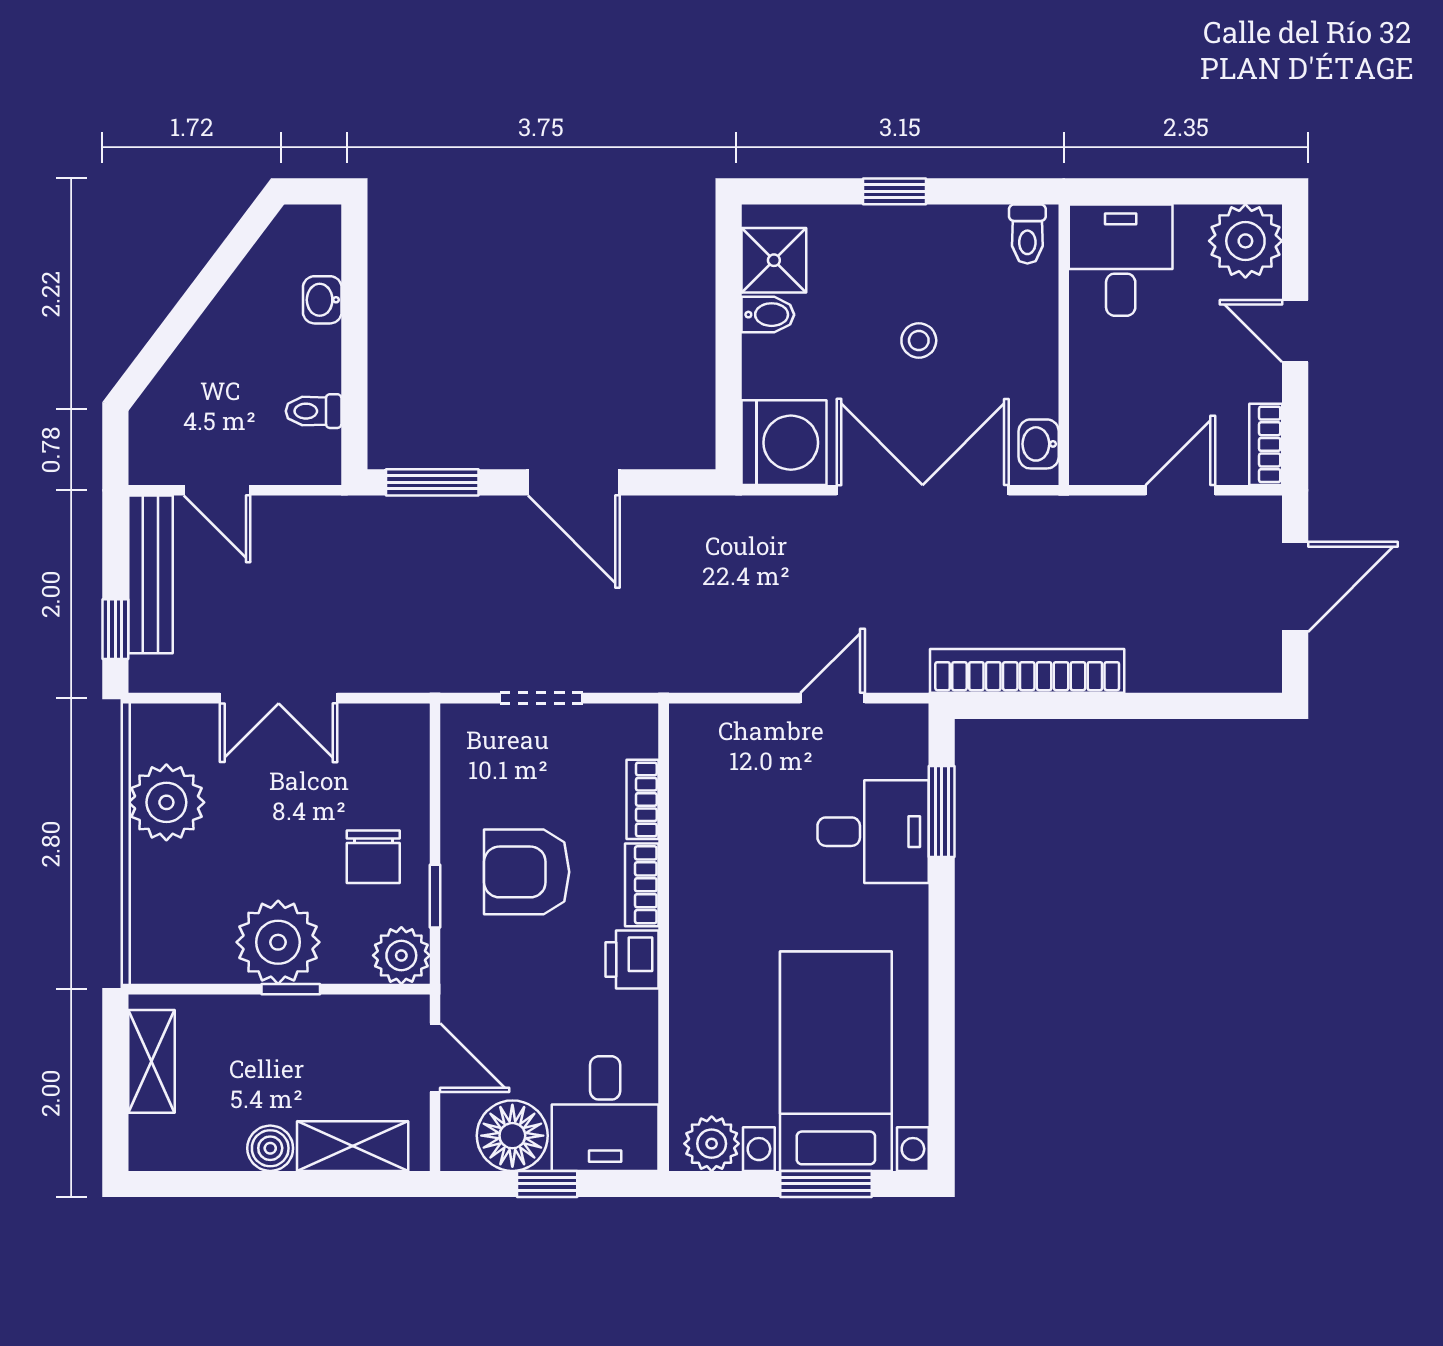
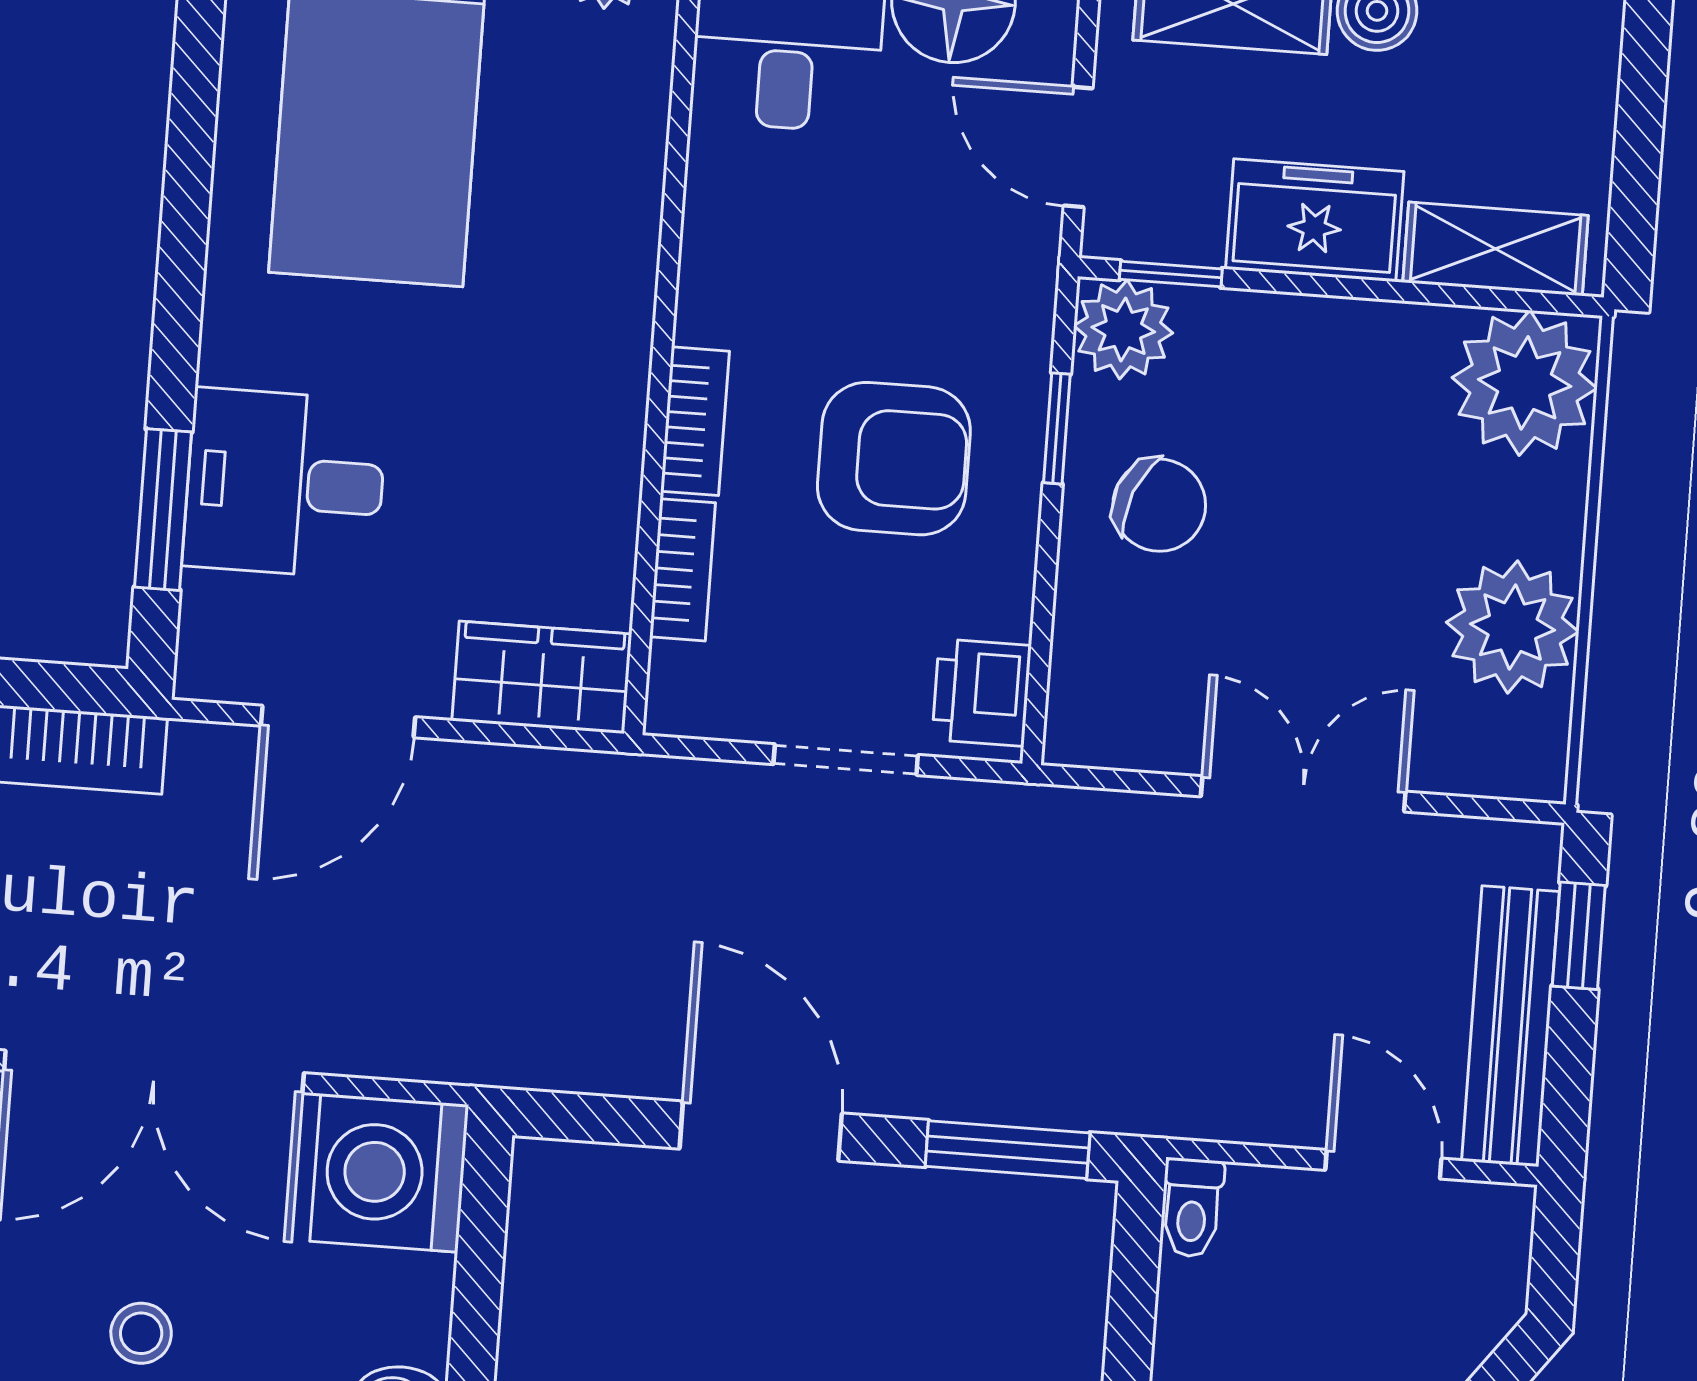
toilet: (314, 411) -> (1192, 1208), moved, turned 90
door: (833, 698) -> (338, 721), width x1.38
wardrobe: (718, 732) -> (542, 677), added
chair: (373, 857) -> (1159, 505), turned 112
plant: (278, 942) -> (1525, 383), moved
printer: (632, 959) -> (982, 693), moved, turned 180
window: (291, 989) -> (1171, 274), moved
freezer: (297, 1026) -> (1315, 220), added
shelving: (152, 1061) -> (1496, 249), moved, turned 90

